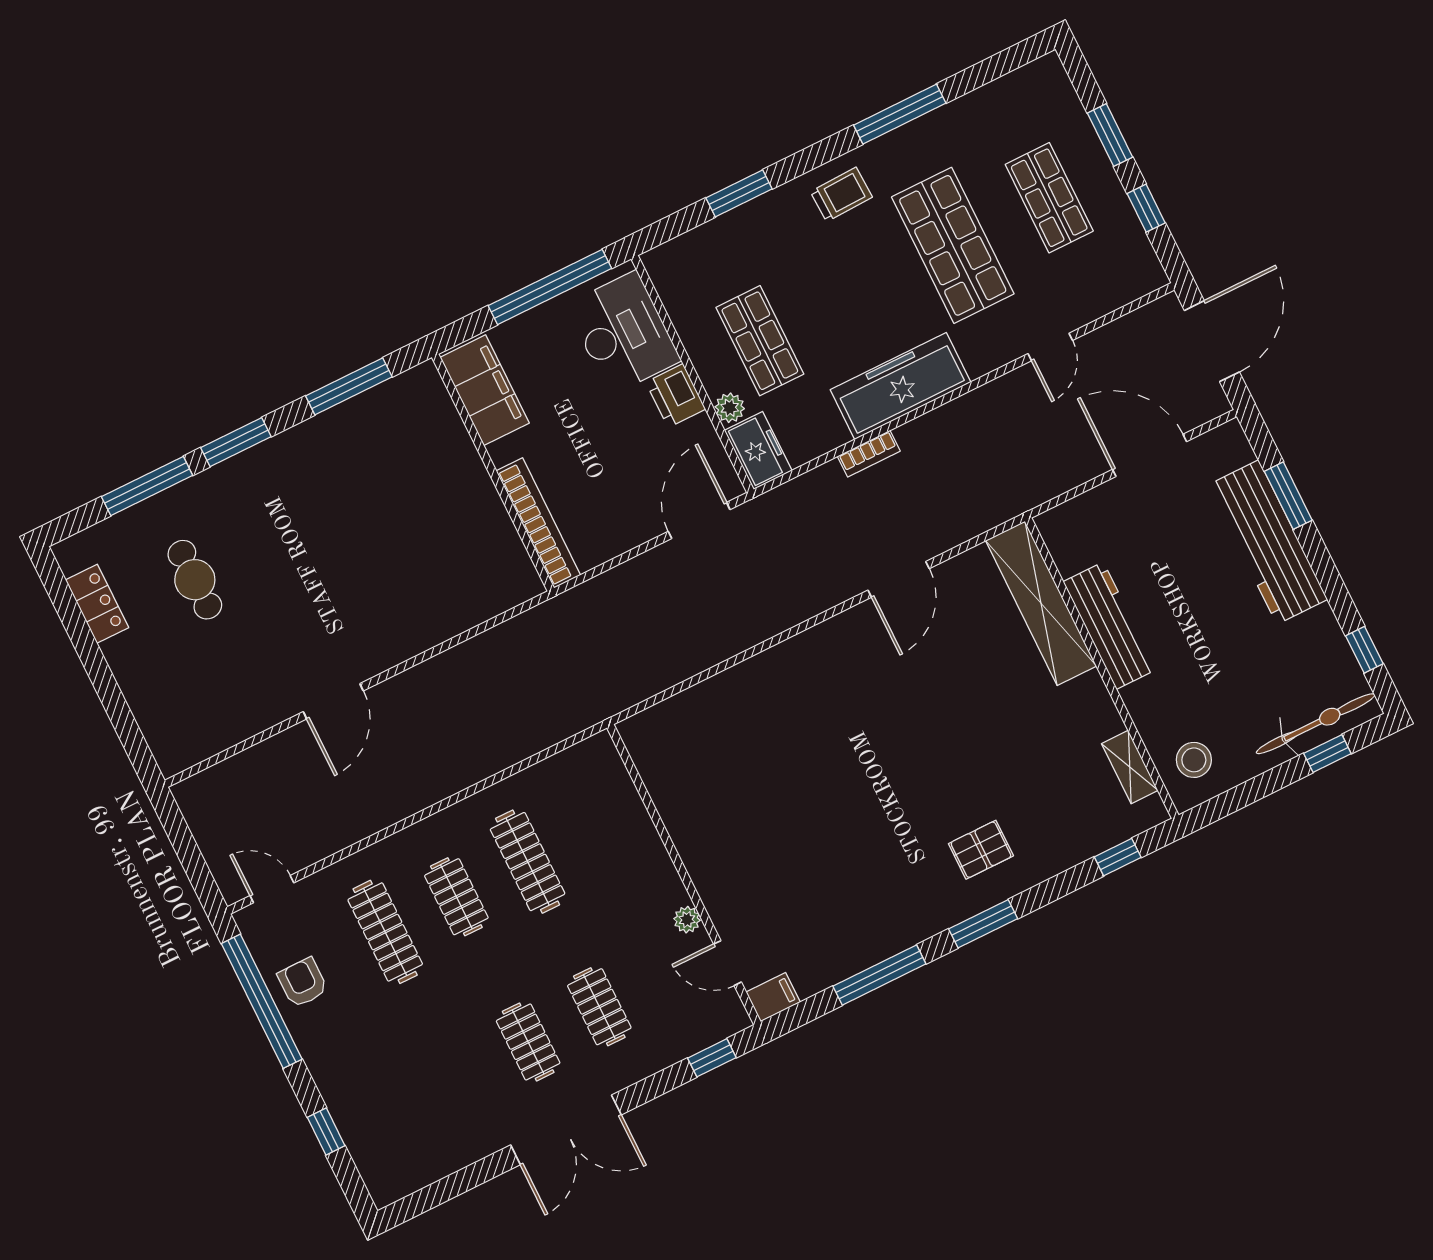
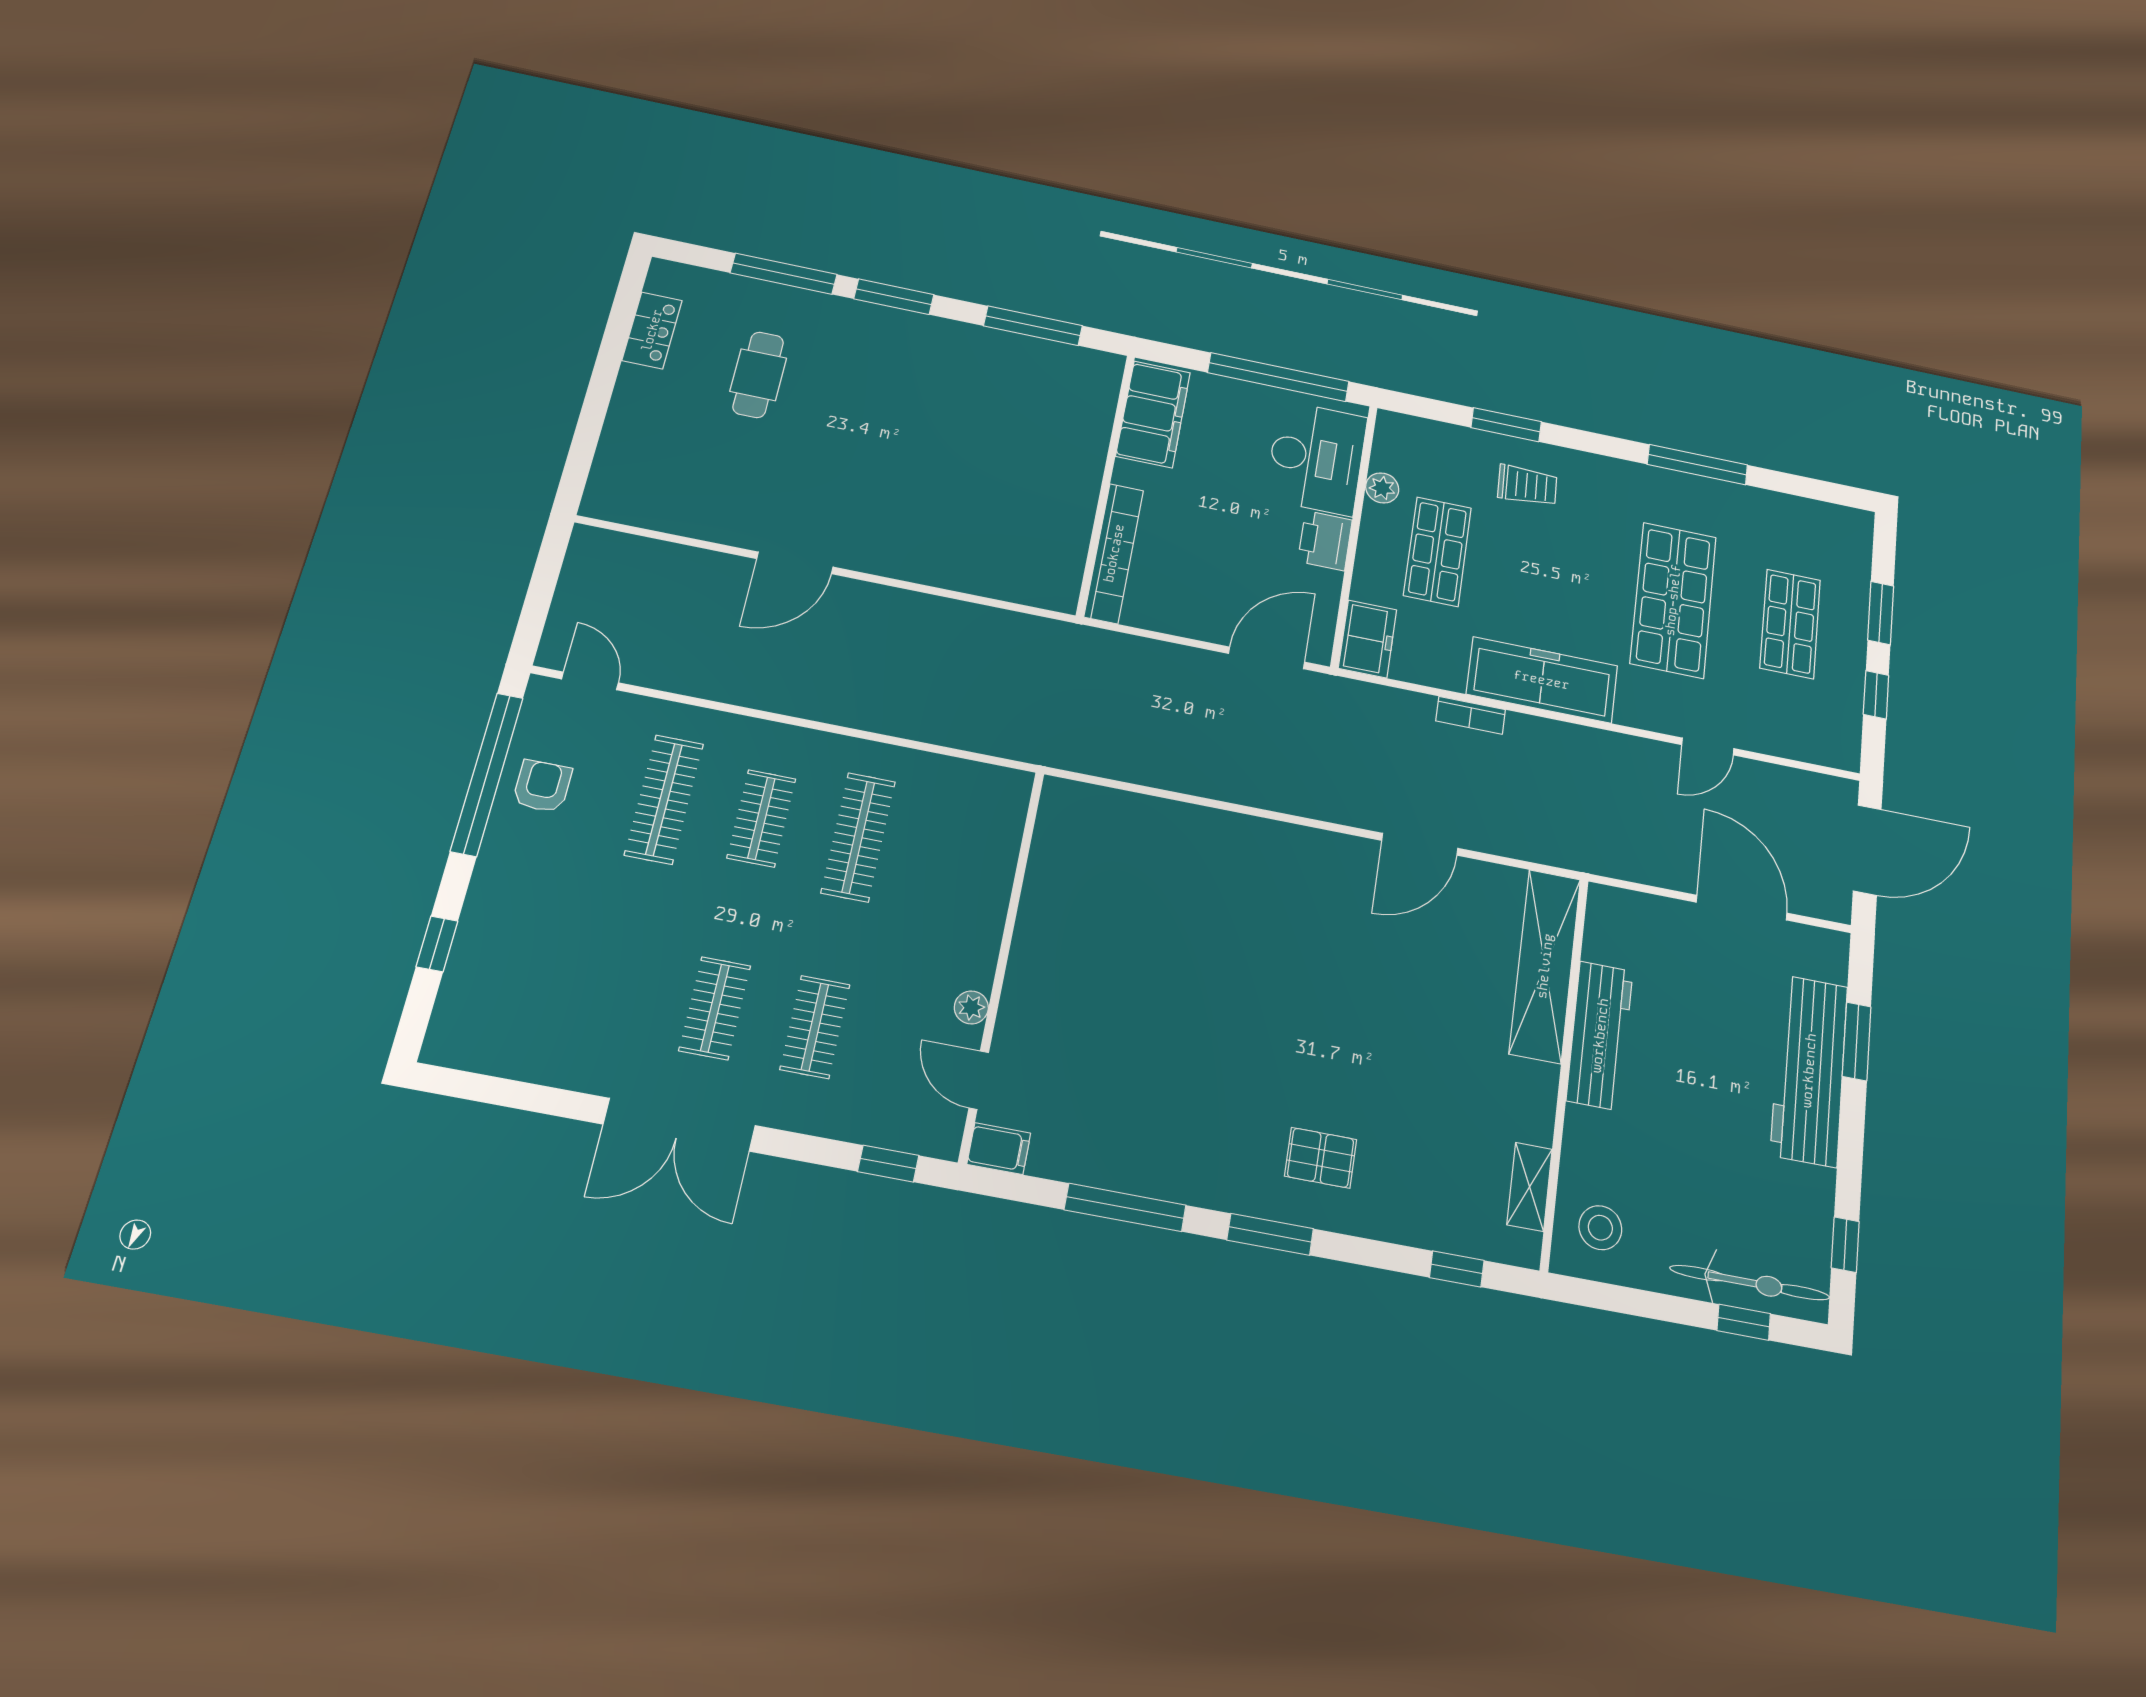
trolley: (841, 194) -> (1527, 485), moved
plant: (730, 408) -> (1382, 488), moved

